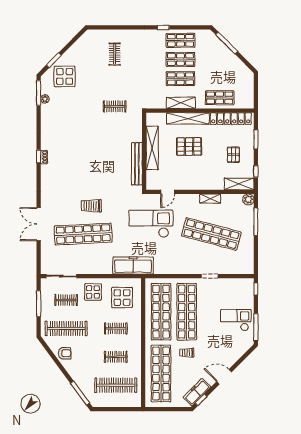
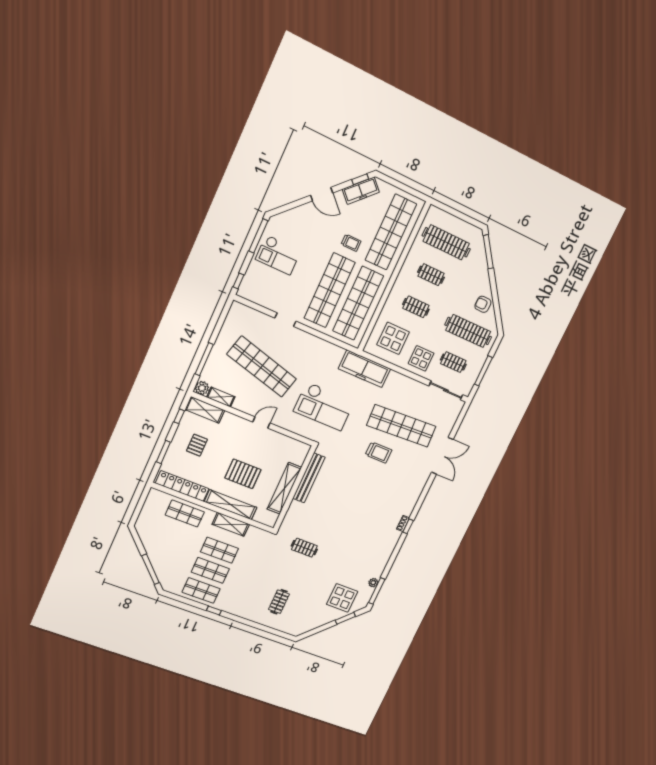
door: (168, 192) -> (261, 422), moved
shelving: (210, 199) -> (221, 397), moved

